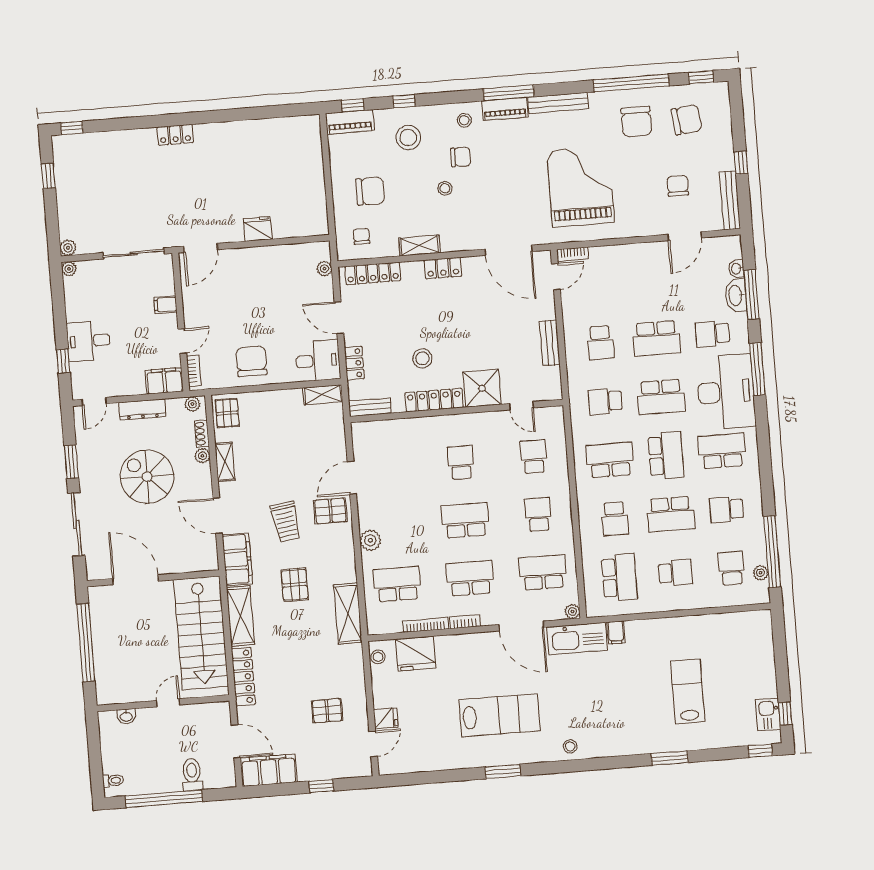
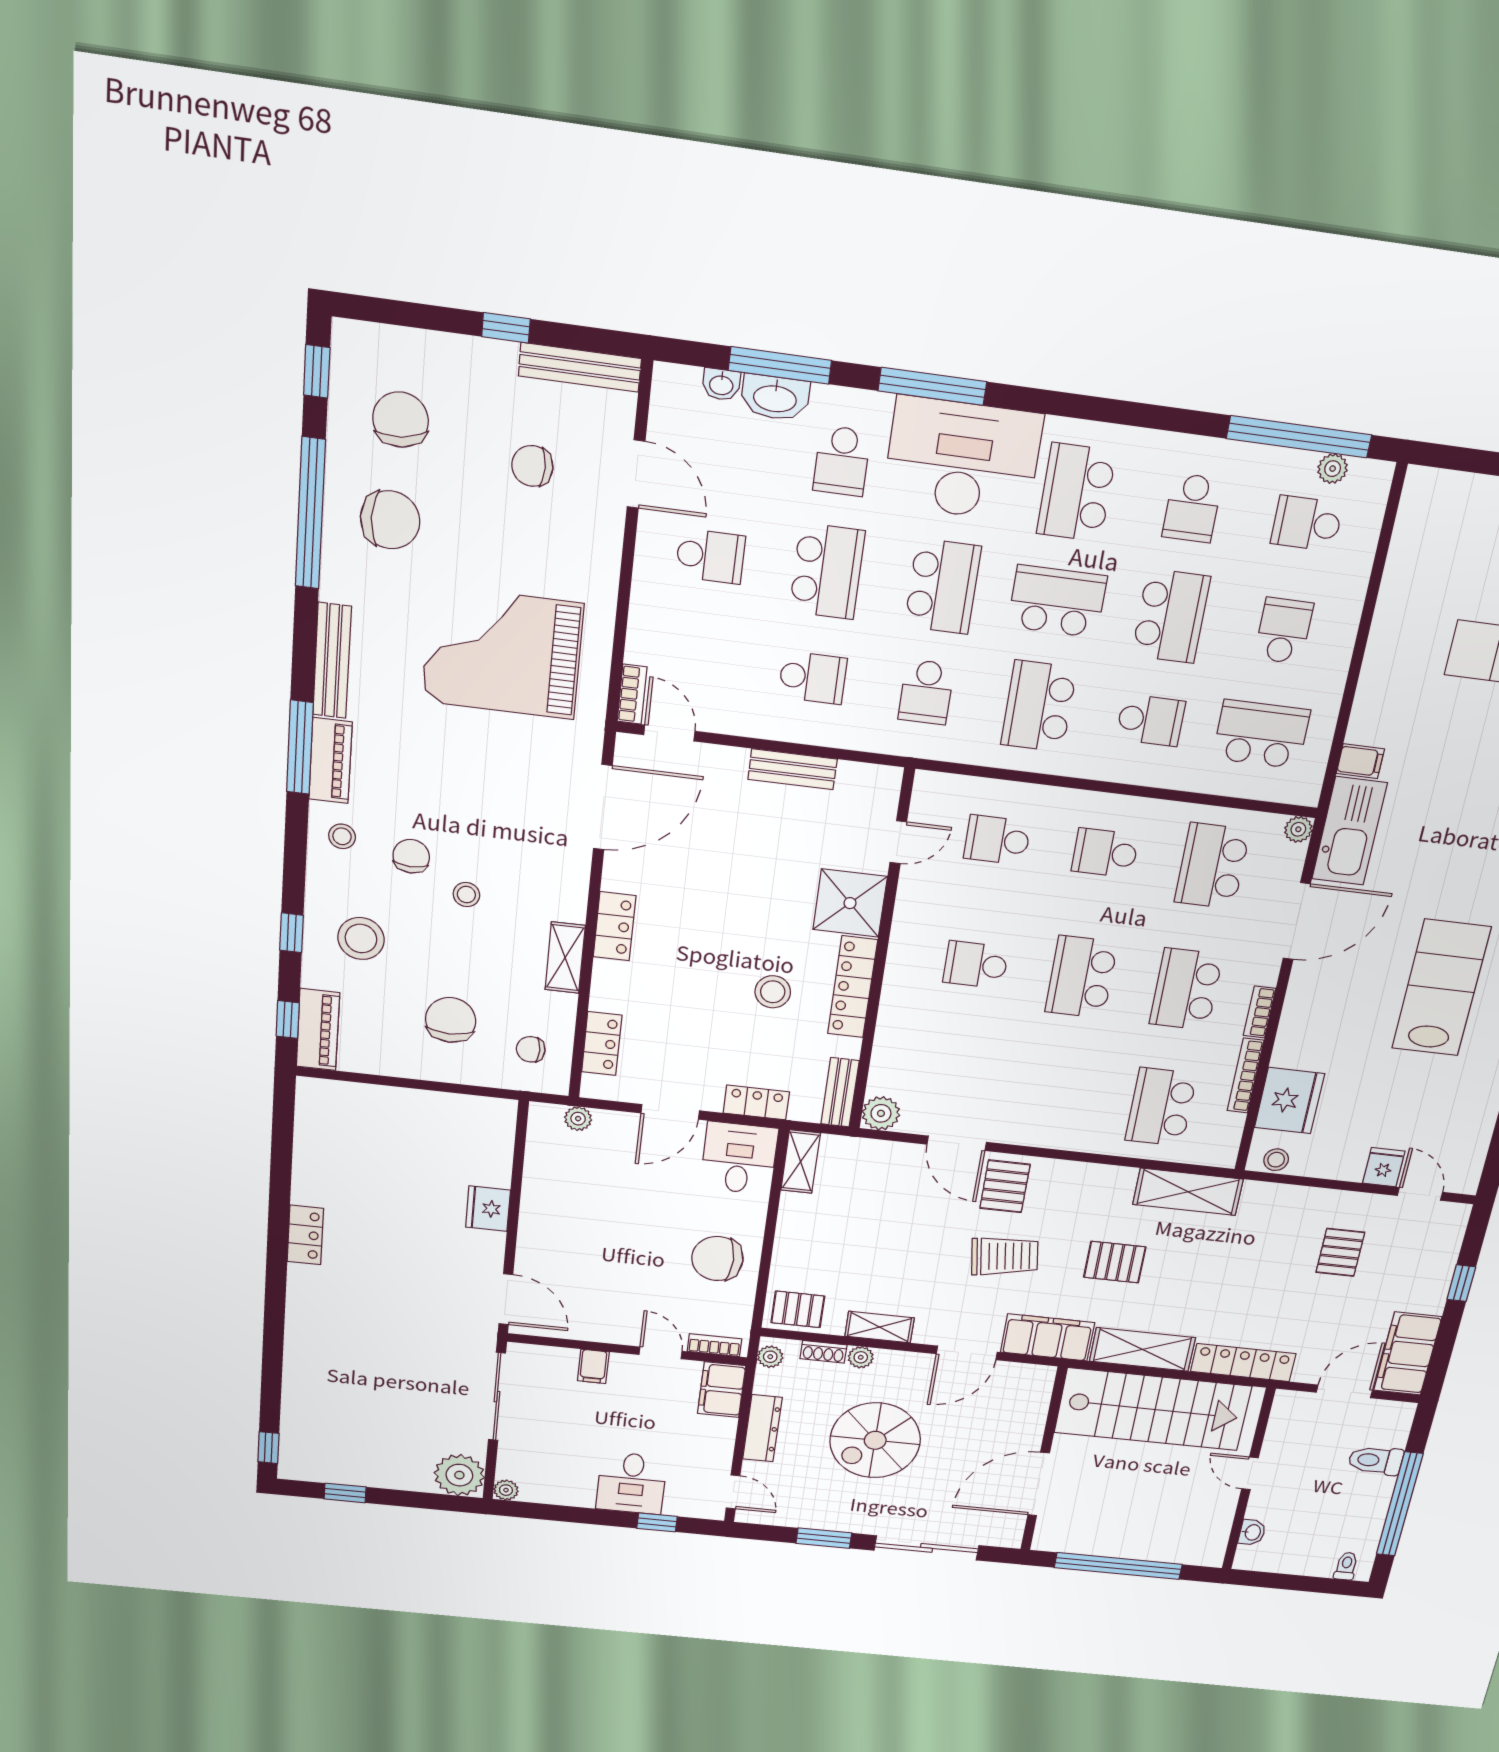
locker: (175, 135) -> (305, 1235), moved
plant: (68, 248) -> (459, 1475), width x1.88, depth x1.88
locker: (373, 273) -> (602, 1044), width x0.66
school desk: (652, 280) -> (710, 556), added
plant: (370, 540) -> (881, 1113), moved

